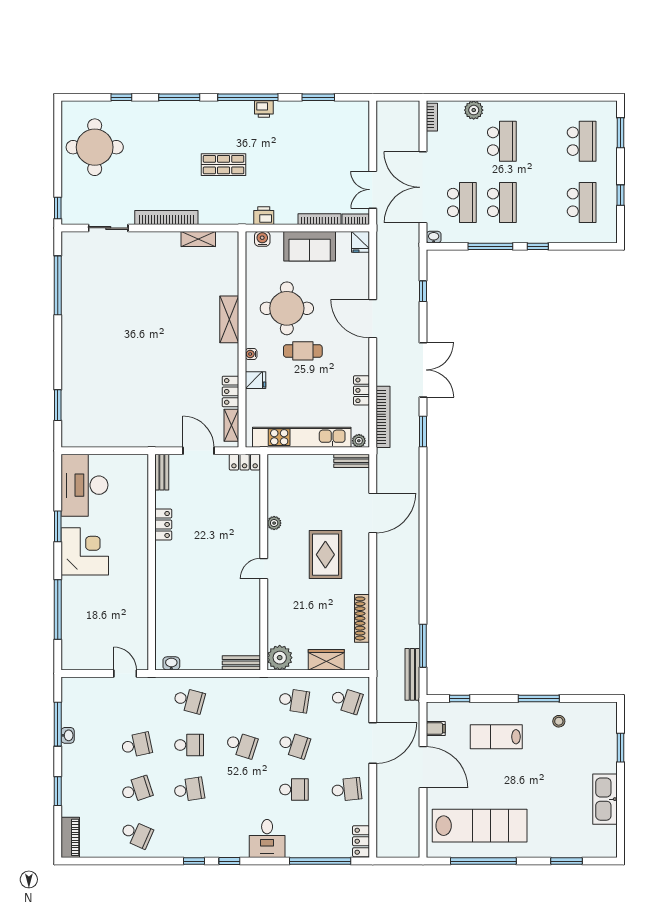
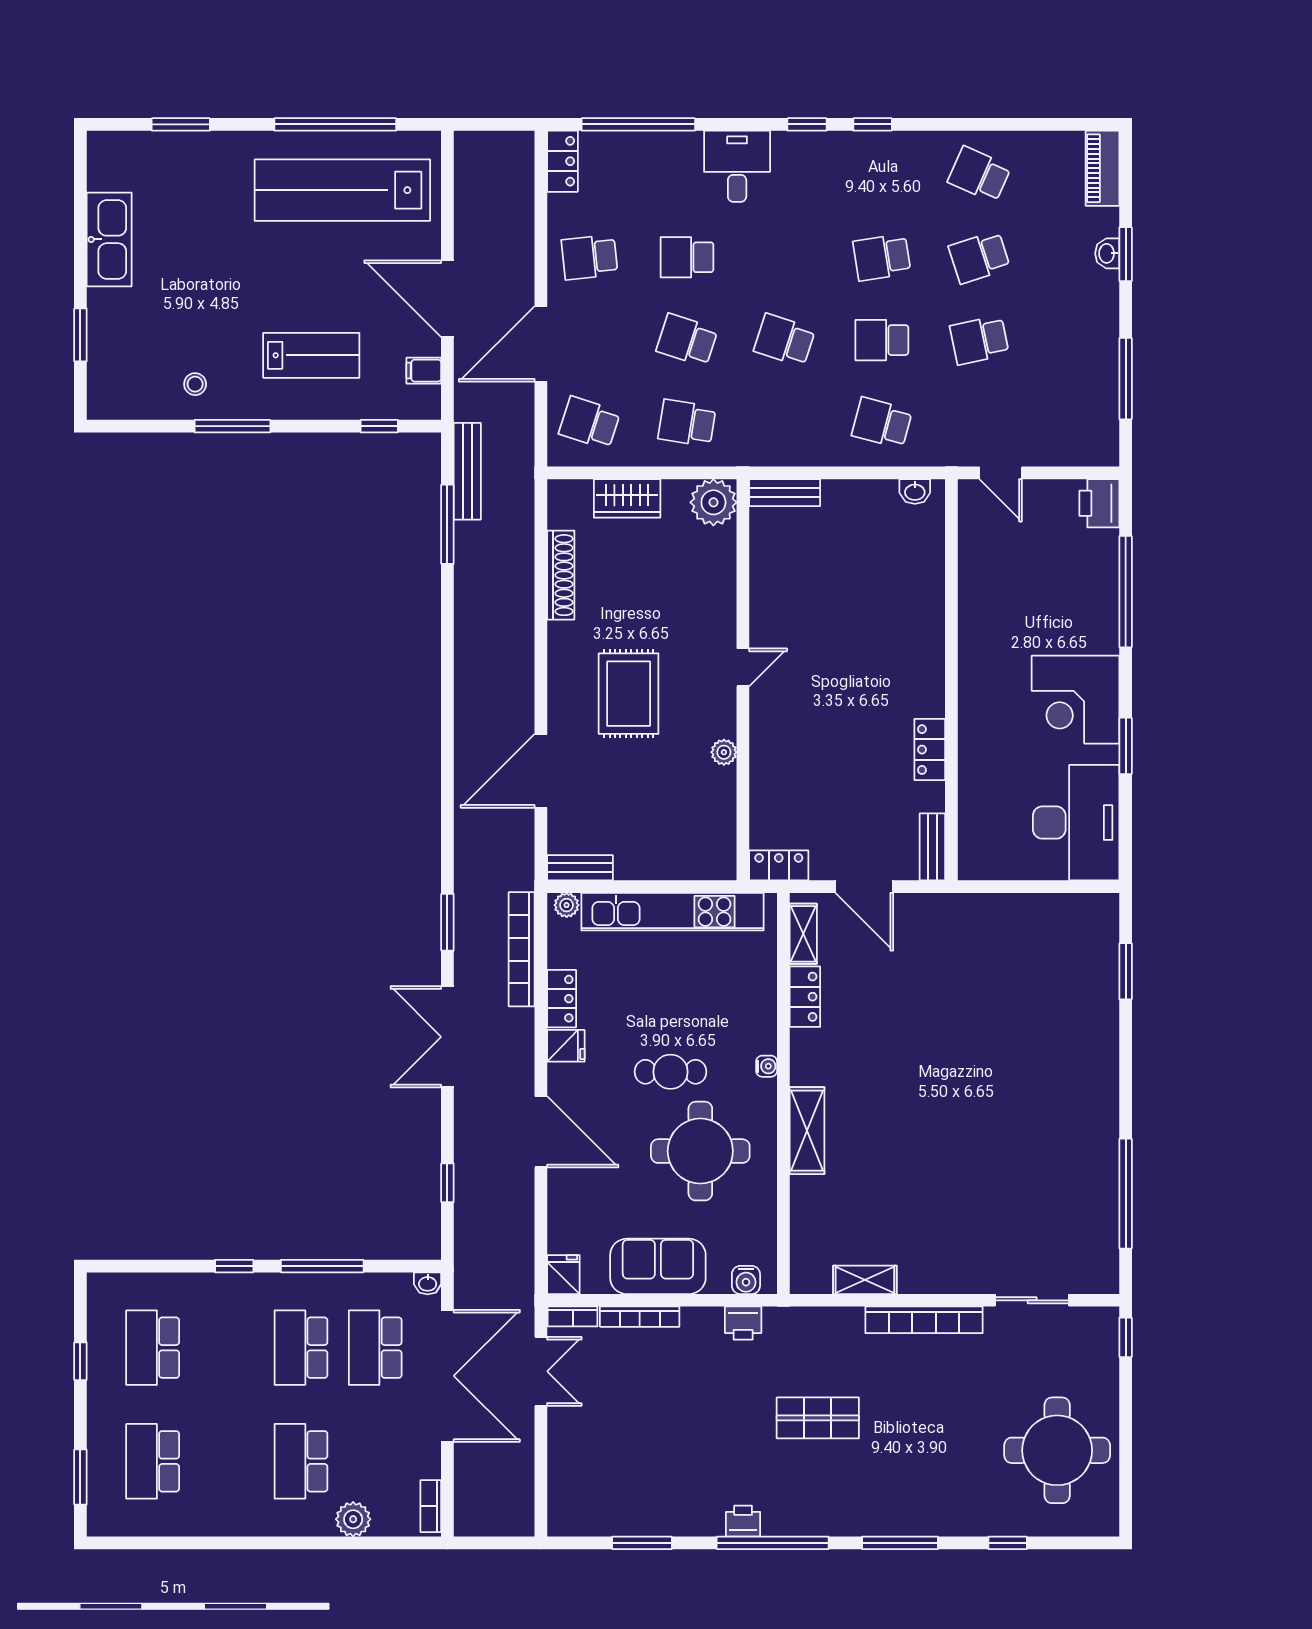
fridge: (256, 380) -> (566, 1046), moved, turned 180
printer: (72, 657) -> (1099, 503), added
washbasin: (68, 735) -> (1107, 253), moved

